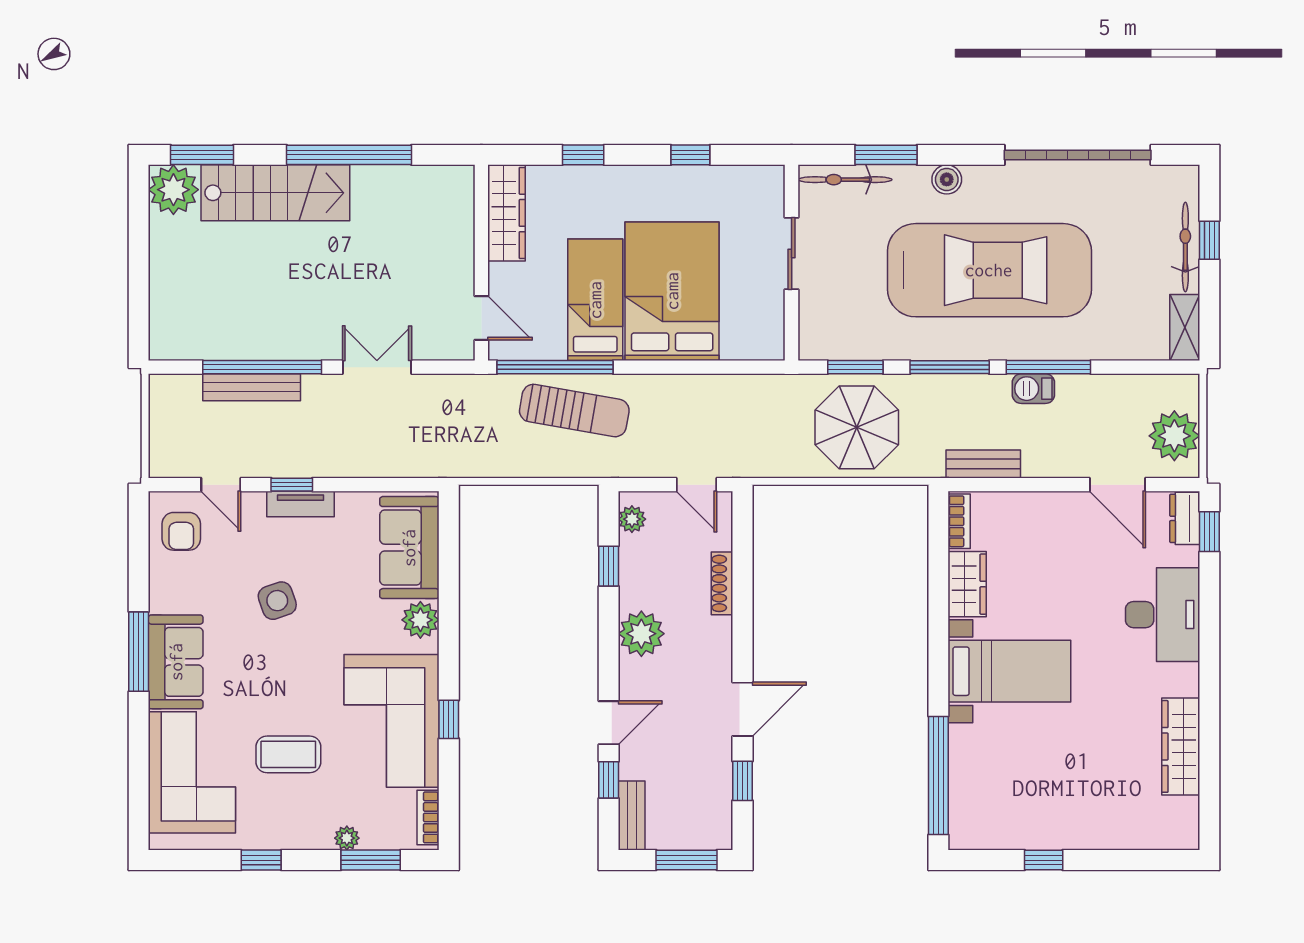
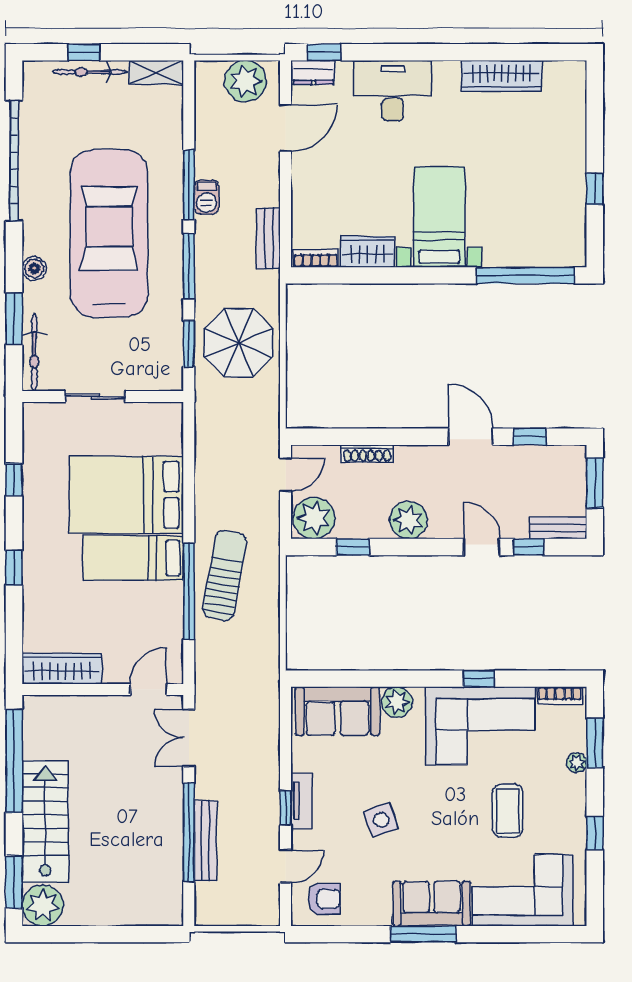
wardrobe: (507, 213) -> (62, 669), moved
wall: (481, 263) -> (103, 689), moved
door: (481, 318) -> (148, 689), moved
plant: (632, 519) -> (314, 518), width x1.88, depth x1.88

